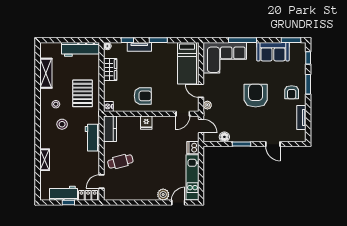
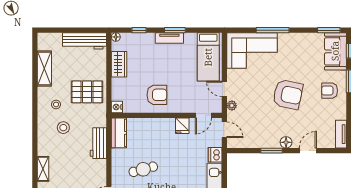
tv unit: (139, 47) -> (169, 38), moved
sofa: (273, 52) -> (335, 51), moved, turned 90
armchair: (292, 92) -> (330, 91), turned 90
pallet: (83, 93) -> (87, 92), turned 90
armchair: (256, 96) -> (288, 94), turned 102
tv unit: (301, 118) -> (341, 134), moved
fridge: (146, 123) -> (182, 126), moved
floor lamp: (224, 137) -> (286, 142), moved
door: (273, 144) -> (308, 151), swing flipped
cafe table: (120, 161) -> (143, 169), moved

